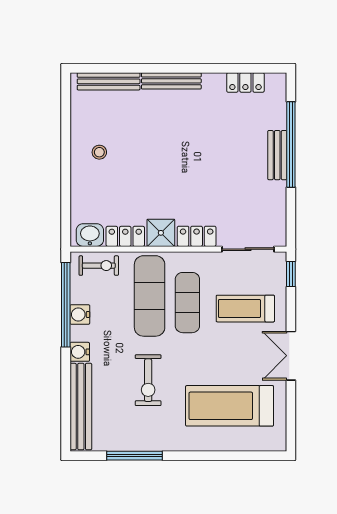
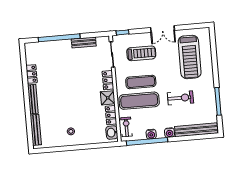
locker: (245, 82) -> (32, 74), moved
bench: (277, 155) -> (84, 42), moved
treadmill: (245, 309) -> (141, 53), turned -90

